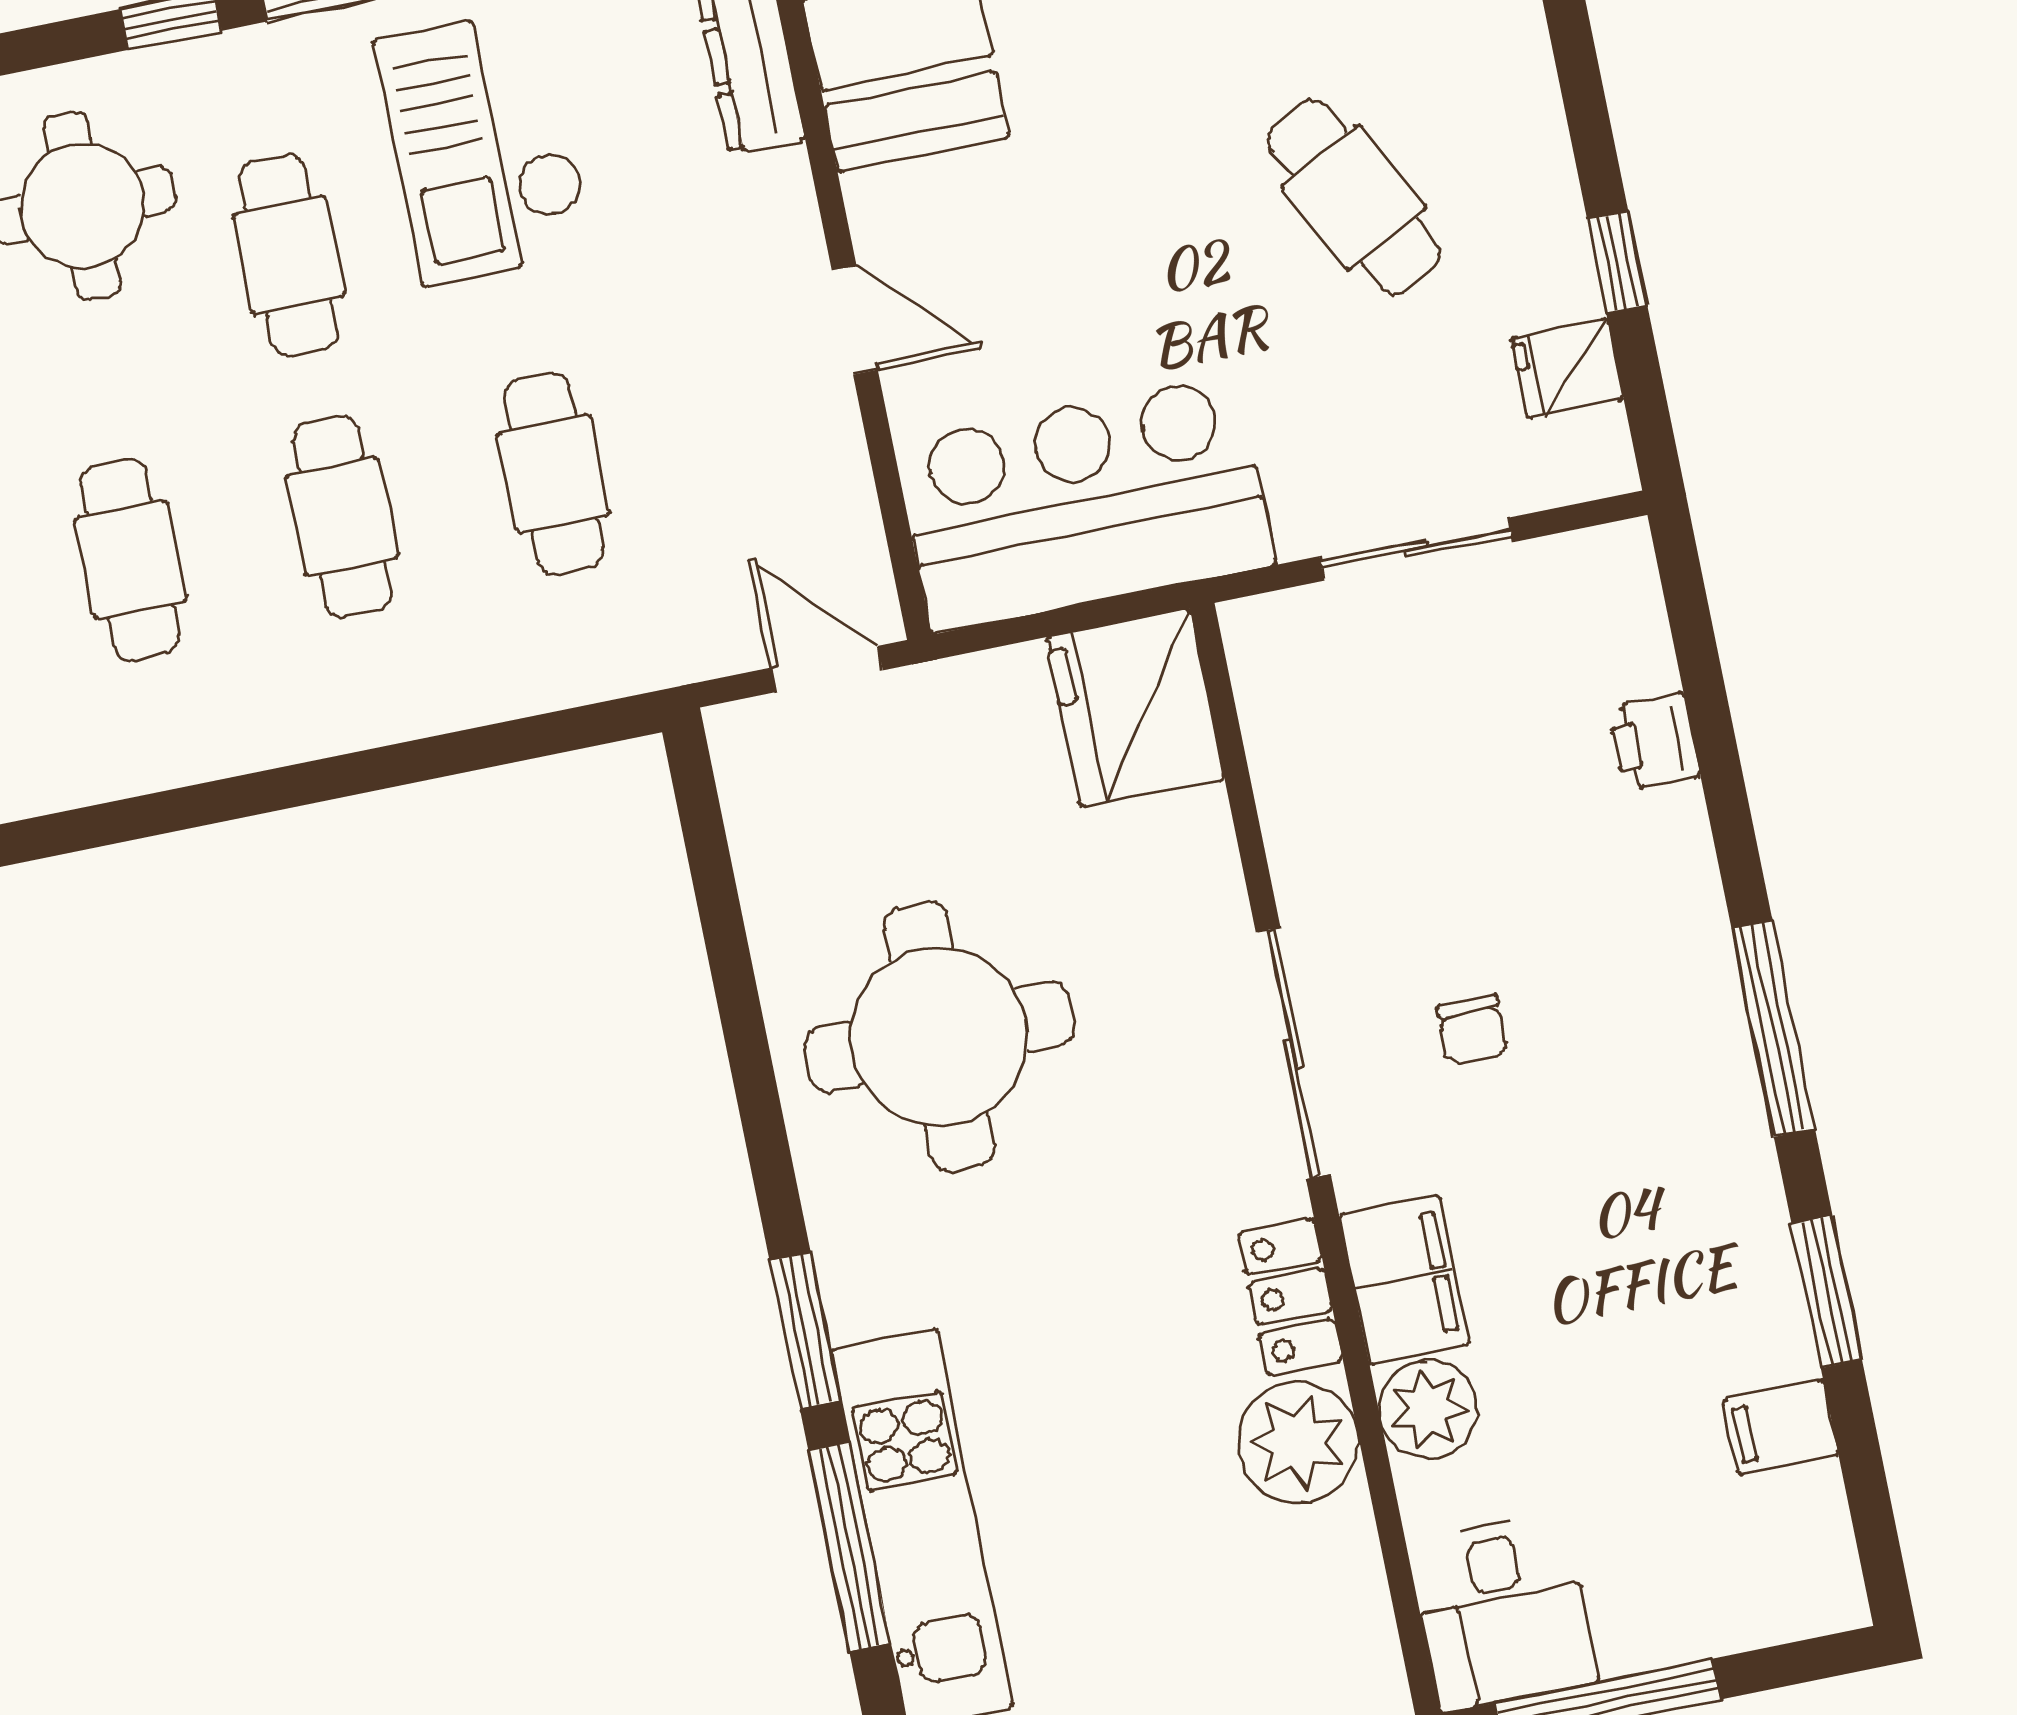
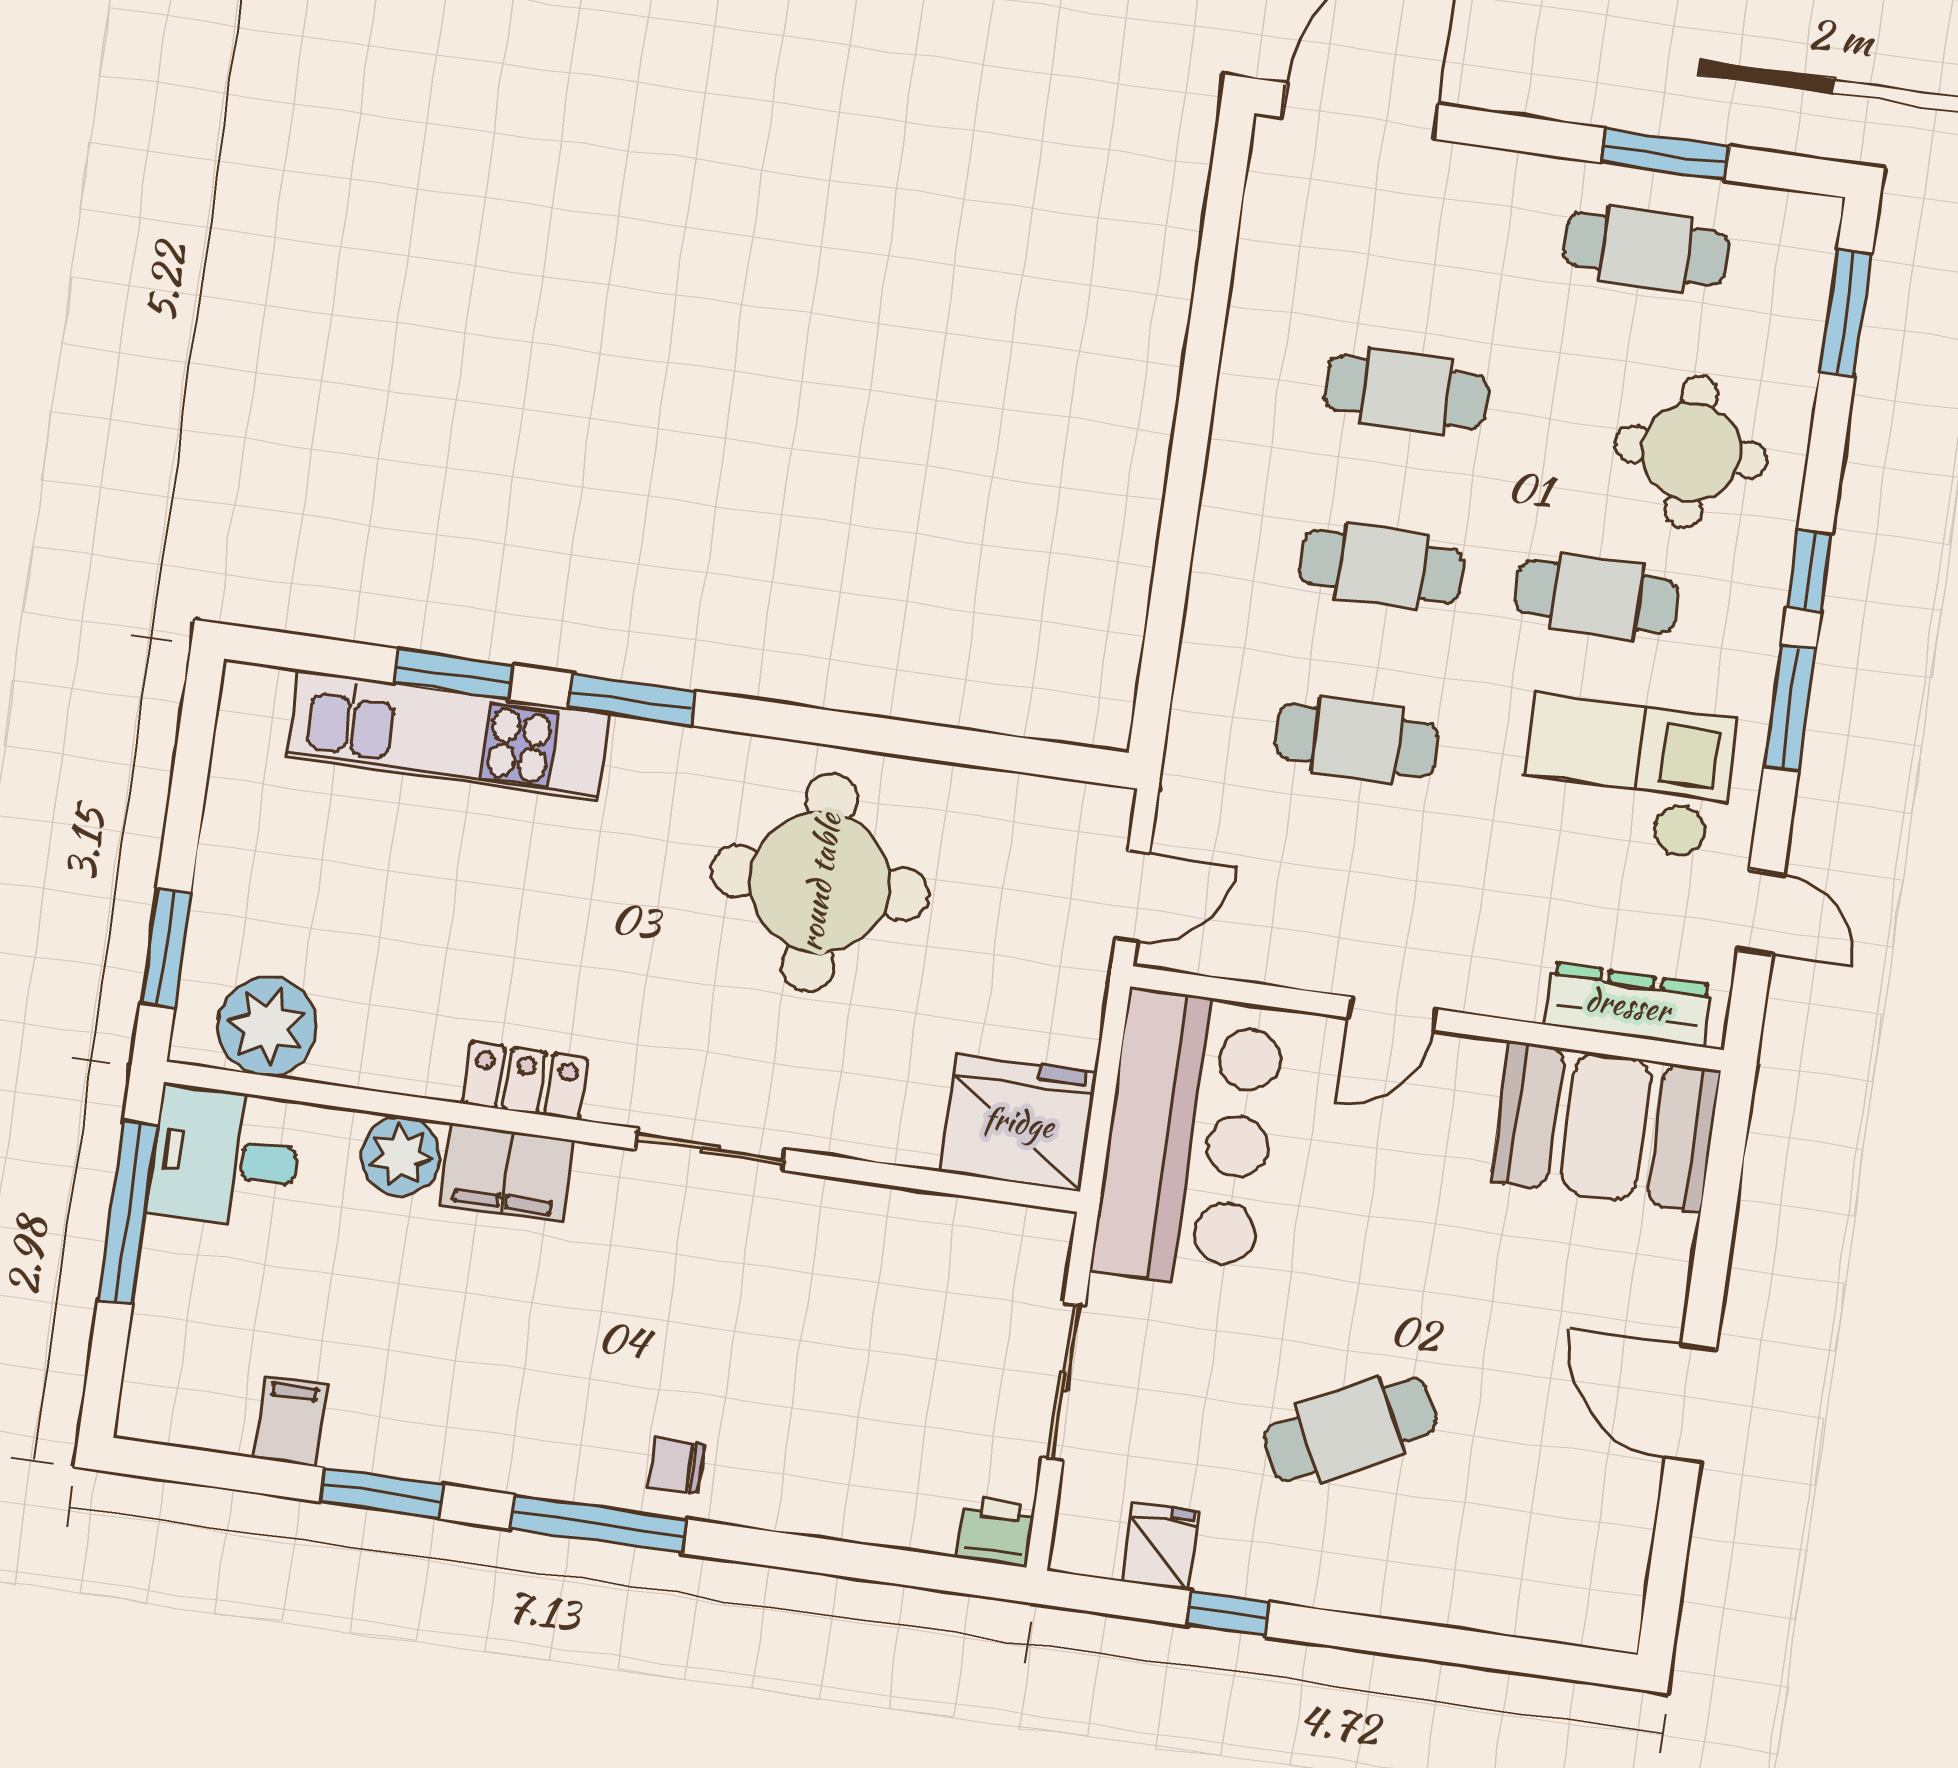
printer: (1653, 742) -> (996, 1531), moved
chair: (1472, 1030) -> (676, 1465), moved
sliding door: (1293, 1053) -> (710, 1149), width x0.73
plant: (1298, 1442) -> (267, 1026), moved
window: (849, 1547) -> (453, 674), width x0.69

